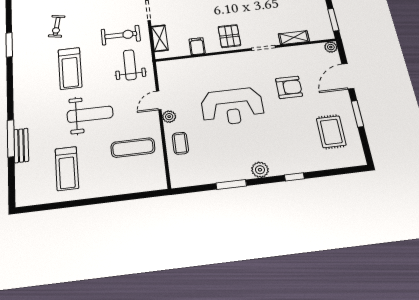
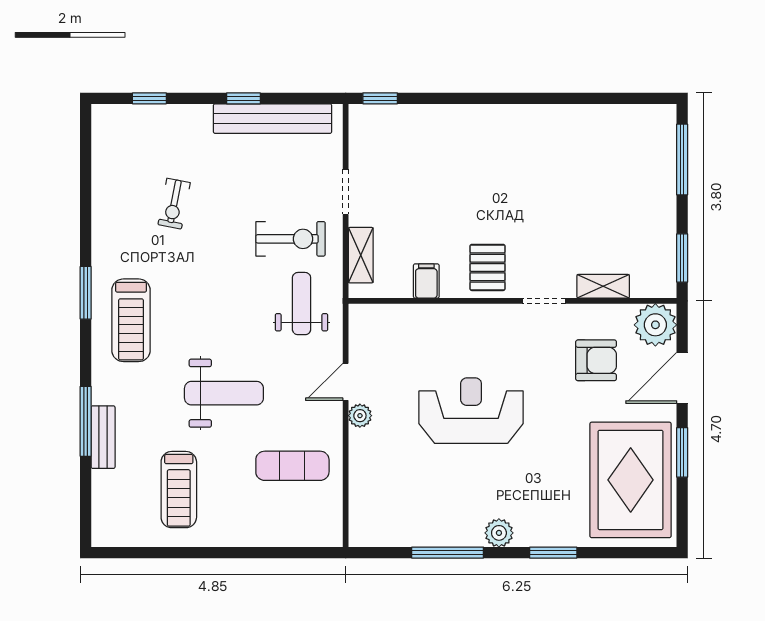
window: (9, 45) -> (86, 293), moved
plant: (331, 47) -> (655, 325), width x1.88, depth x1.88
treadmill: (70, 68) -> (131, 320), moved
armchair: (289, 87) -> (596, 360), moved
reception desk: (232, 107) -> (471, 411), turned 180
rug: (331, 132) -> (631, 480), width x1.86, depth x2.06
coffee table: (180, 143) -> (373, 468), removed
window: (294, 177) -> (553, 553), width x1.50
window: (231, 184) -> (448, 553), width x1.44

